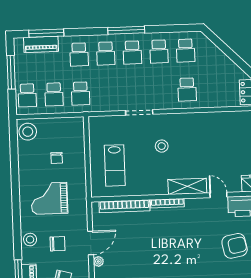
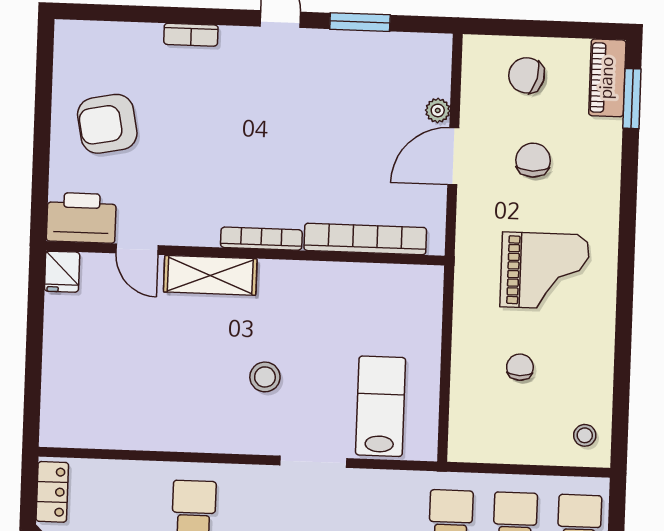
stool: (28, 132) -> (585, 435), width x0.53, depth x0.53
lab bench: (115, 165) -> (381, 406), moved
stool: (30, 240) -> (598, 175), removed
chair: (57, 244) -> (533, 160), turned 90

